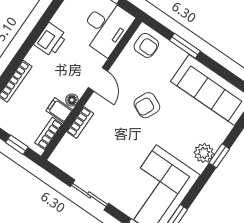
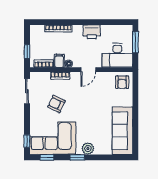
window: (185, 46) -> (135, 102), removed
armchair: (147, 105) -> (56, 104), moved
window: (219, 156) -> (77, 157), moved
sliding door: (89, 195) -> (27, 91), moved

